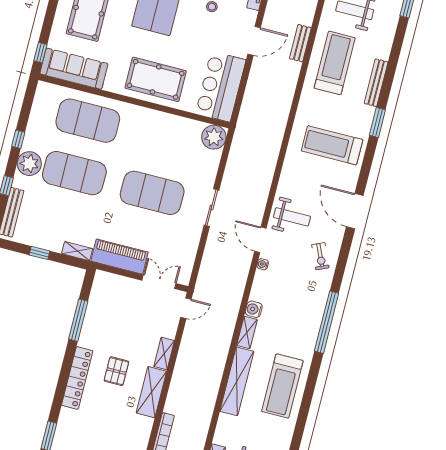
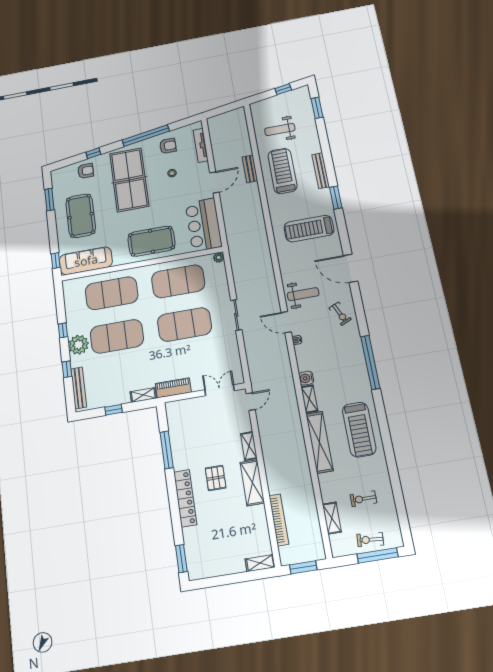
plant: (214, 137) -> (219, 257), width x0.53, depth x0.53
exercise mat: (166, 140) -> (178, 281), added
piano: (120, 257) -> (173, 388), width x0.73, depth x0.75

